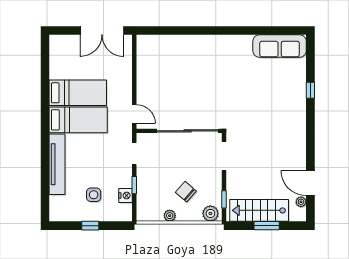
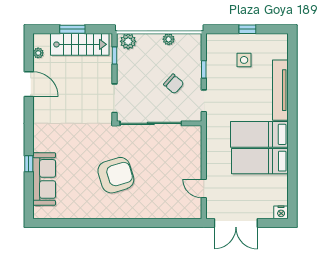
double door: (102, 30) -> (236, 223), swing flipped
sofa: (280, 46) -> (44, 179), moved, turned 90
armchair: (223, 79) -> (116, 175), added
door: (134, 114) -> (204, 188), moved
door: (310, 183) -> (29, 84), moved
chair: (186, 192) -> (174, 84), moved
nightstand: (126, 195) -> (281, 212), moved, turned -90

